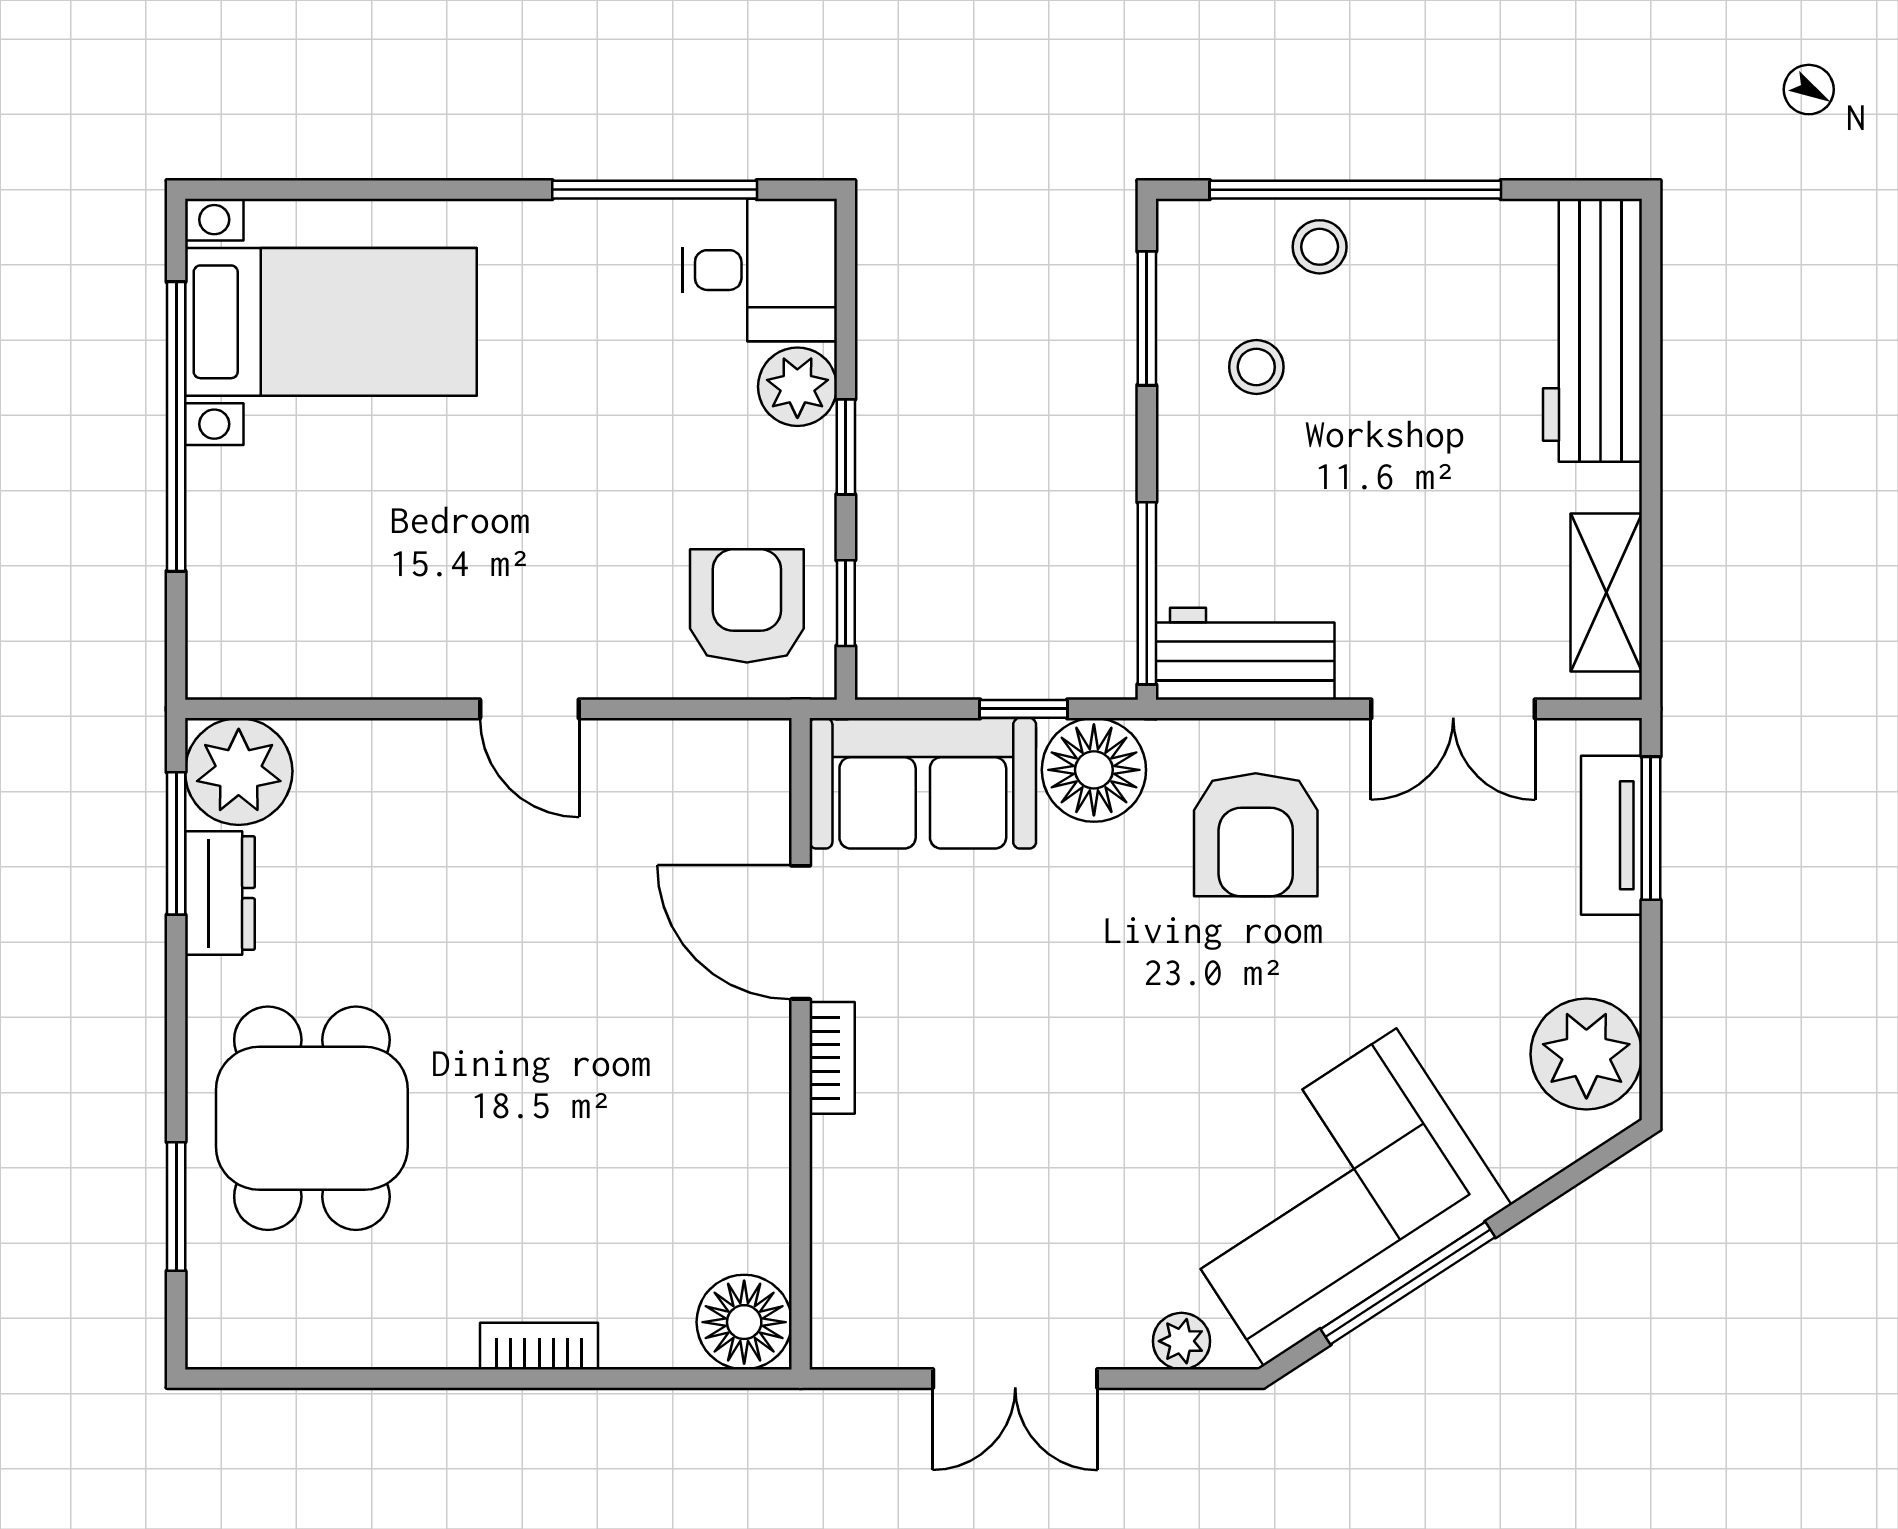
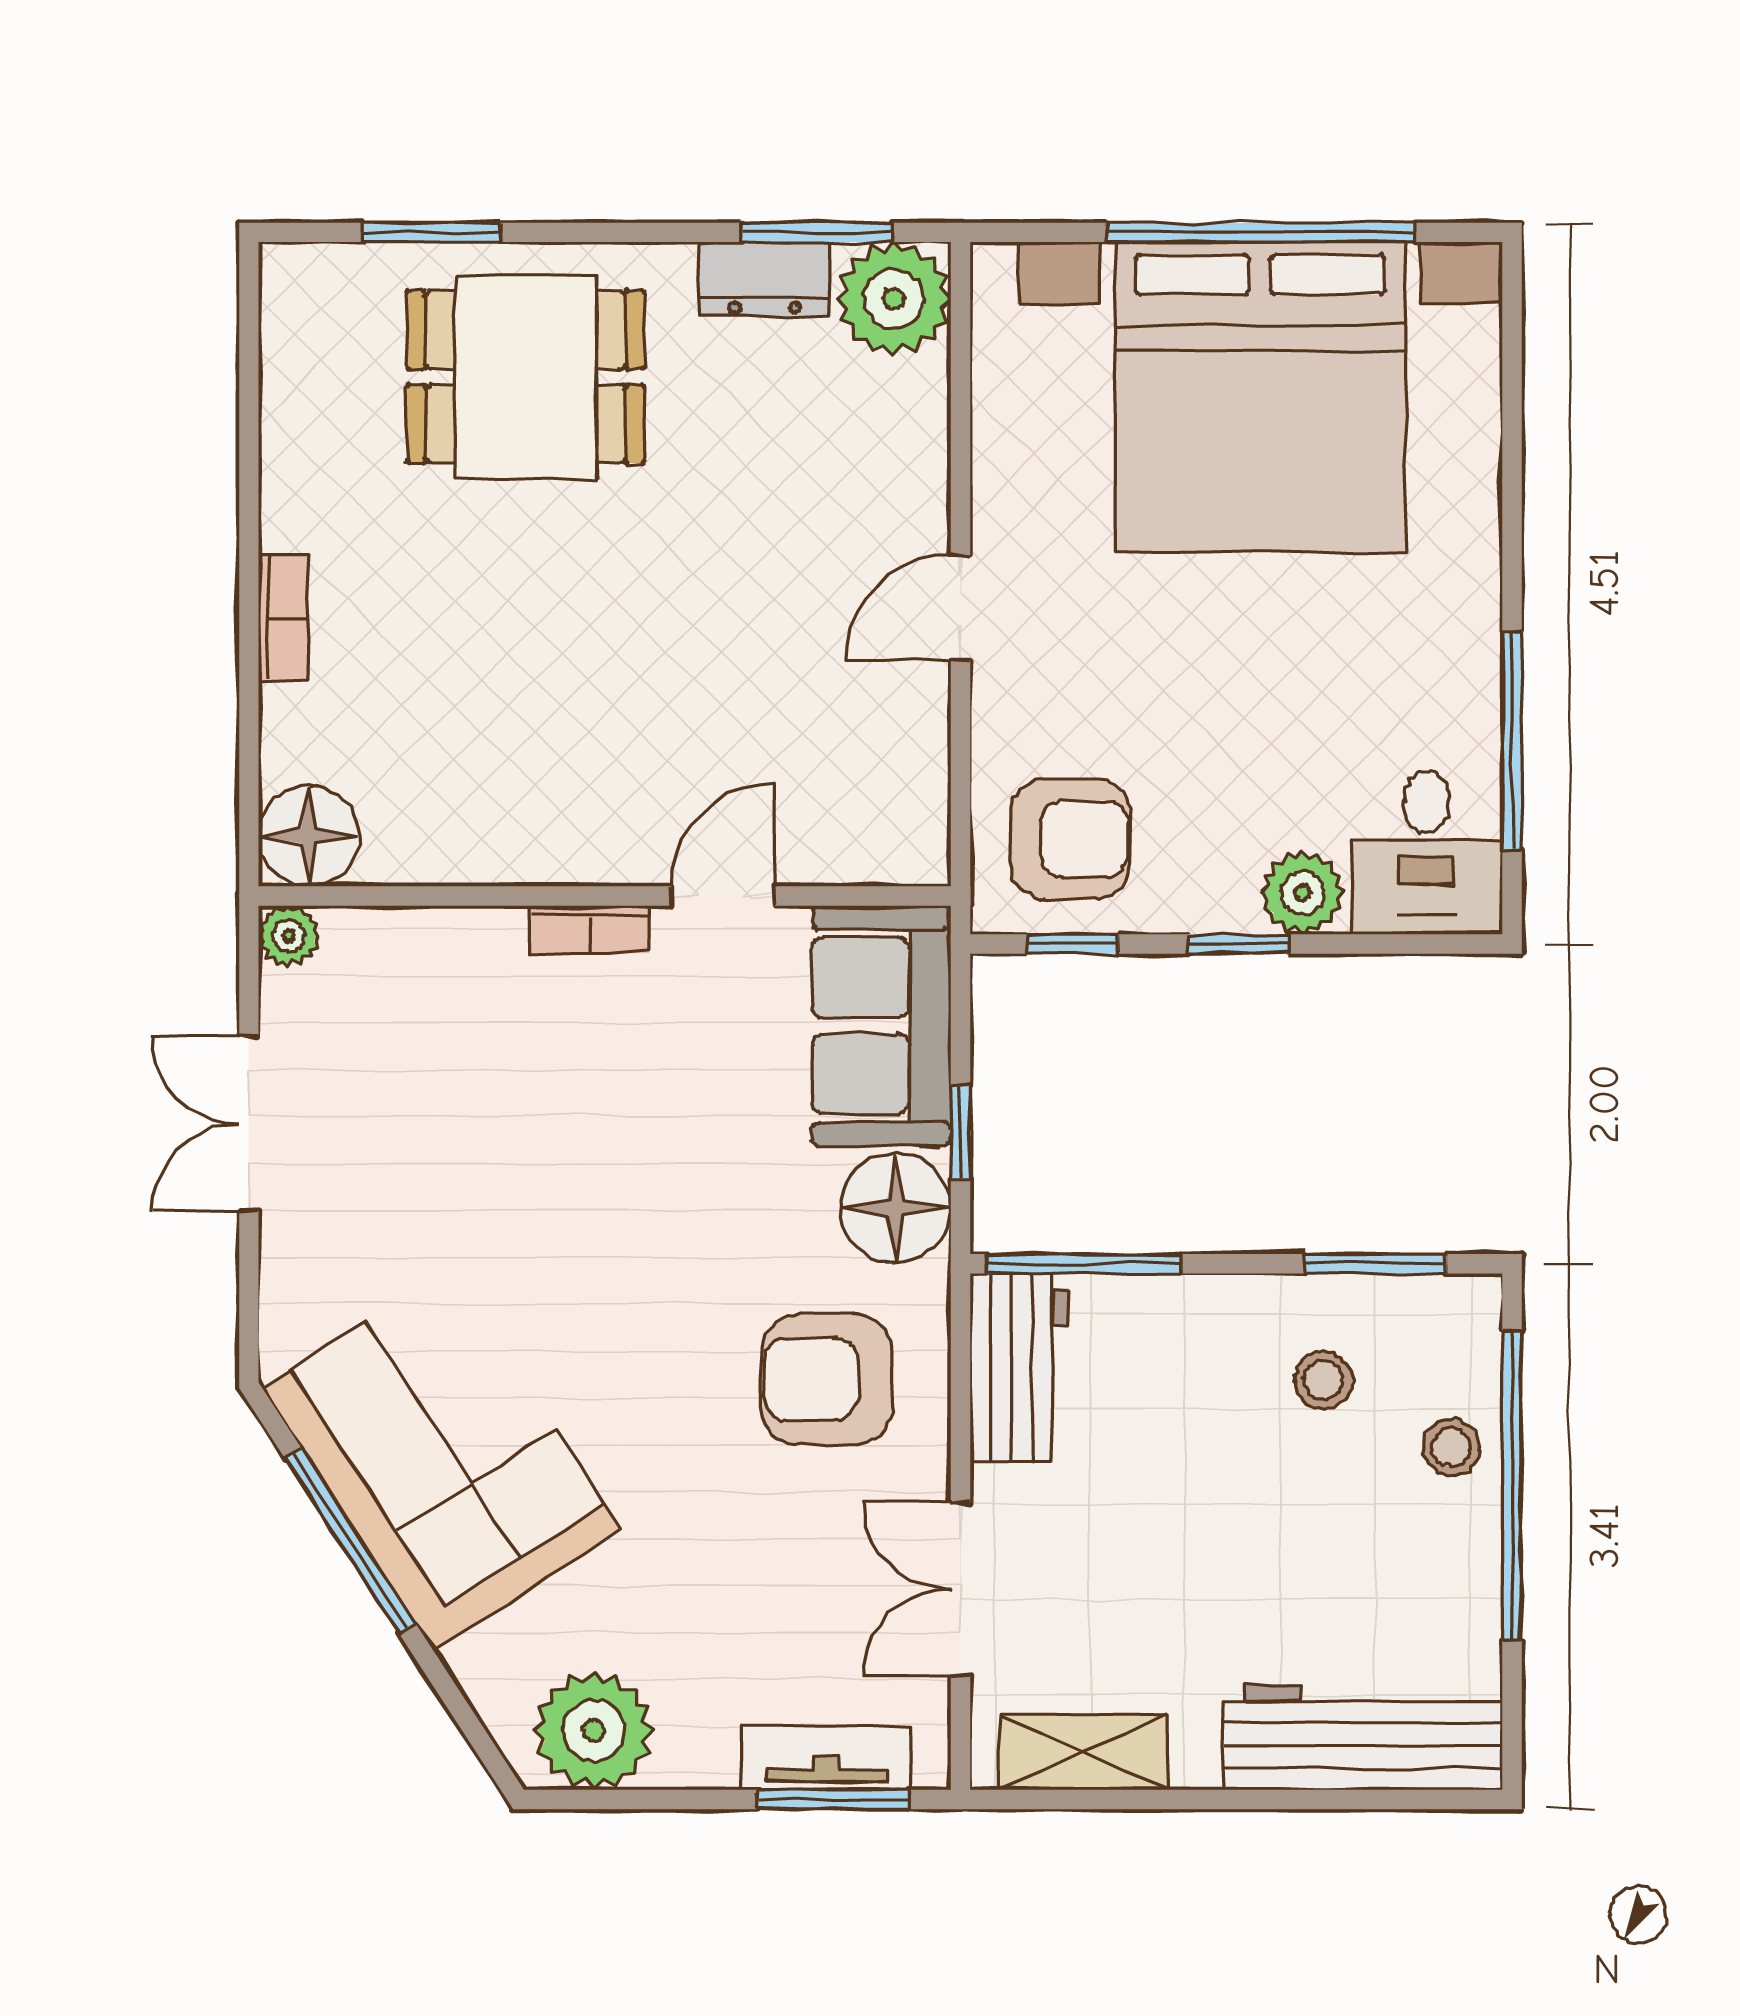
bed with nightstands: (331, 322) -> (1260, 397), width x1.85
door: (801, 932) -> (723, 896), width x0.73
plant: (1181, 1341) -> (289, 936), moved

